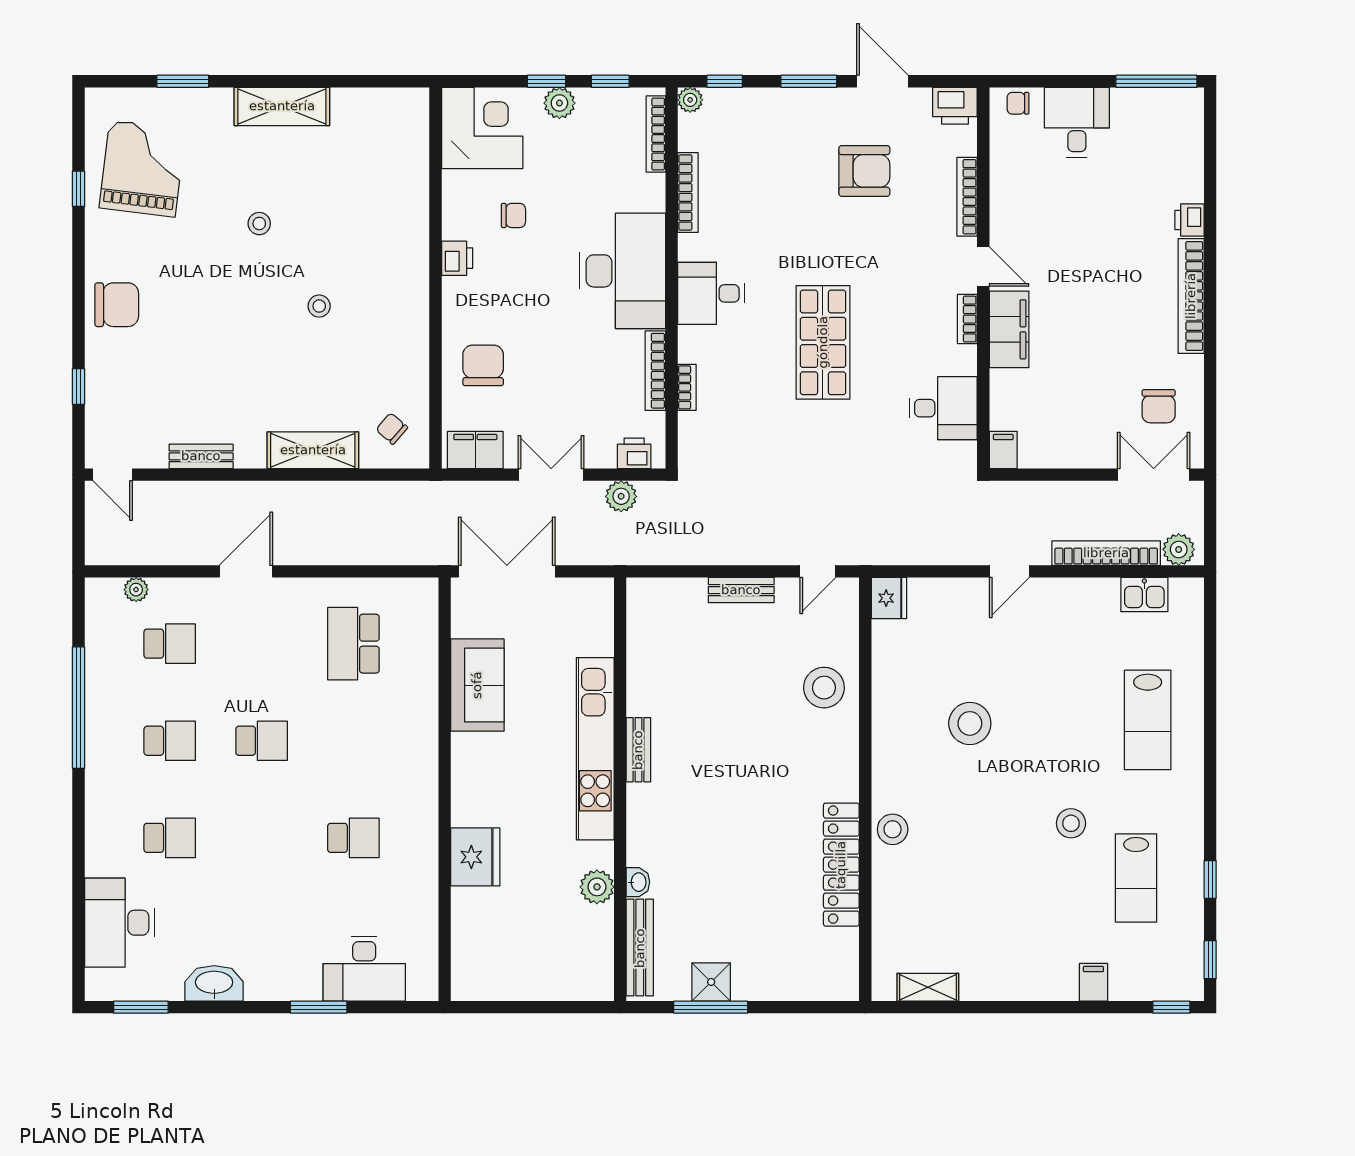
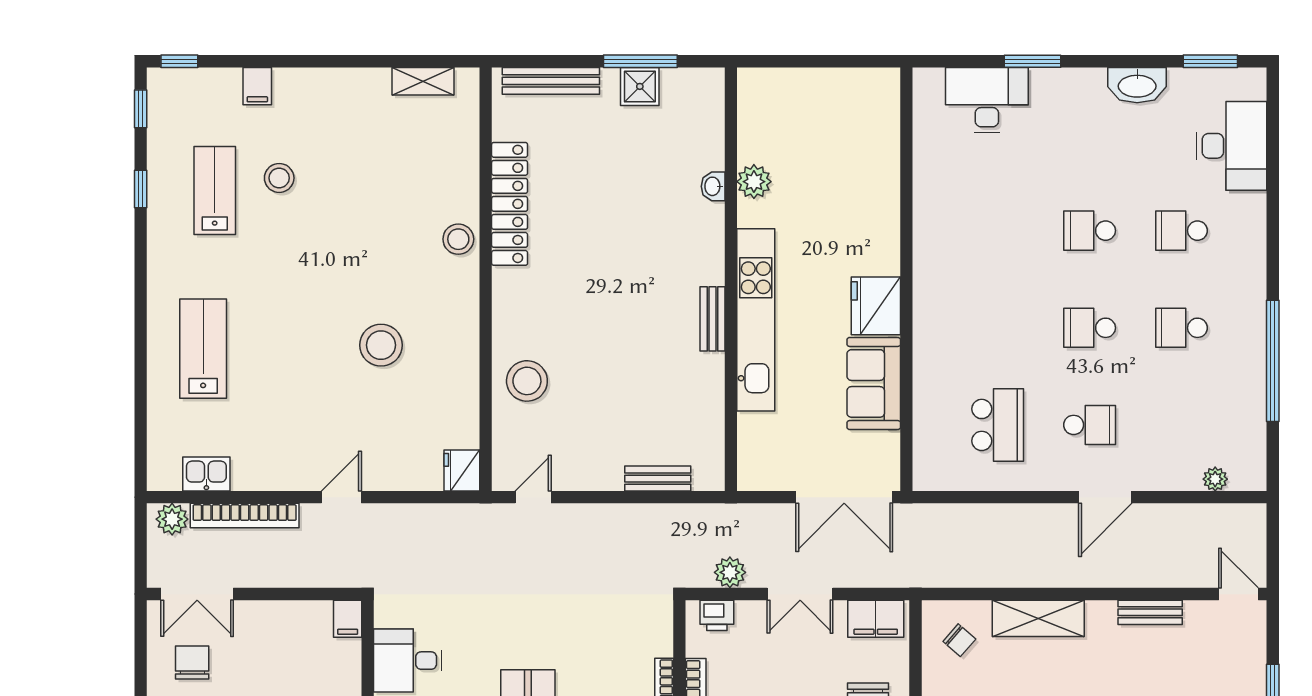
bench: (741, 590) -> (658, 479), moved
school desk: (170, 644) -> (1090, 425), moved, turned 180
stool: (1071, 823) -> (279, 178), moved
school desk: (353, 838) -> (1090, 231), moved
fridge: (475, 857) -> (876, 306), moved
bench: (640, 948) -> (551, 81), moved, turned 90

